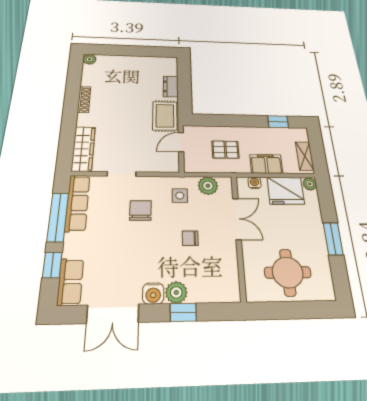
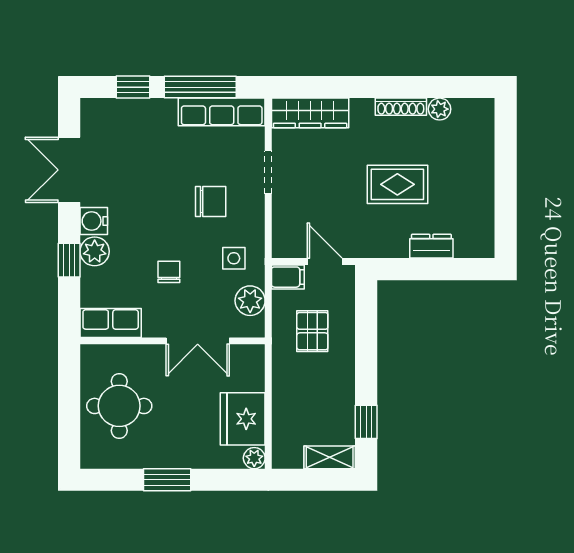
plant: (90, 59) -> (440, 109), moved
rug: (165, 116) -> (397, 184), moved
shelving: (305, 156) -> (330, 457), moved
filing cabinet: (266, 164) -> (288, 277), moved, width x0.50
water cooler: (255, 183) -> (255, 372), removed
row of seats: (70, 282) -> (111, 323), moved, turned 180

